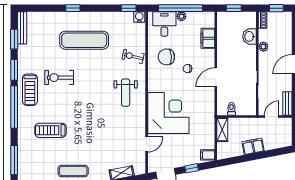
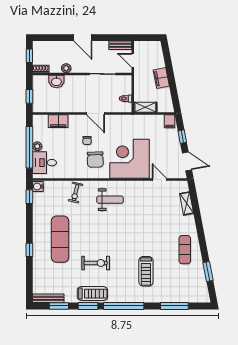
chair: (166, 57) -> (95, 160), moved
exercise bike: (59, 78) -> (96, 263), turned -90
treadmill: (30, 90) -> (92, 294), moved

